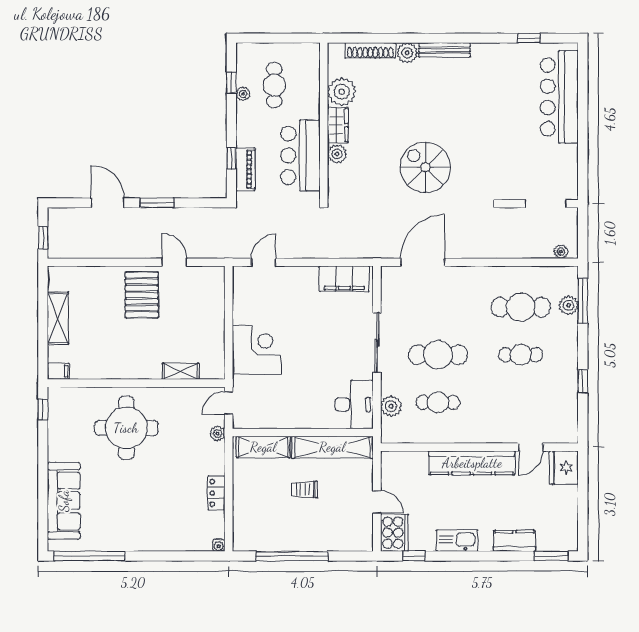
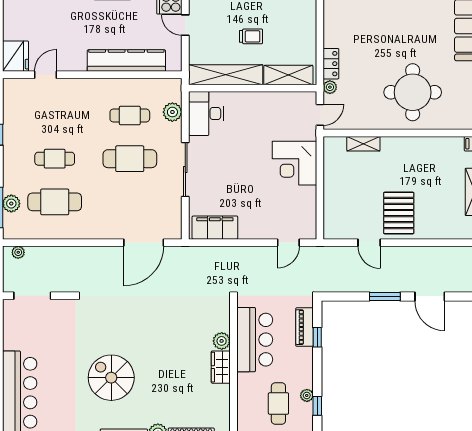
plant: (342, 92) -> (217, 398), removed
spiral stairs: (425, 167) -> (111, 378), moved, turned 180
kitchen counter: (472, 463) -> (126, 61), moved
locker: (216, 493) -> (331, 64), moved

